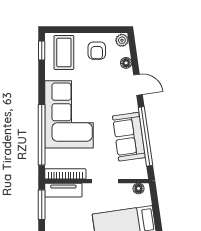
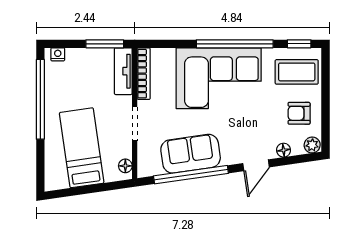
window: (42, 135) -> (235, 44), moved

